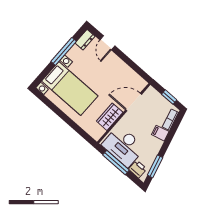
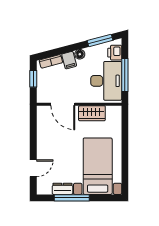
dresser: (85, 40) -> (62, 189), moved
floor lamp: (158, 144) -> (80, 54), added

